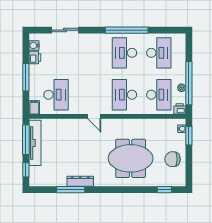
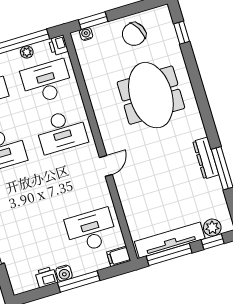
water cooler: (34, 45) -> (64, 273), moved
chair: (173, 159) -> (134, 34), turned 62
plant: (35, 172) -> (212, 228), added

